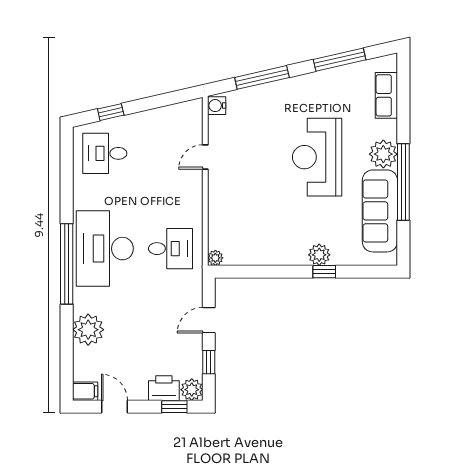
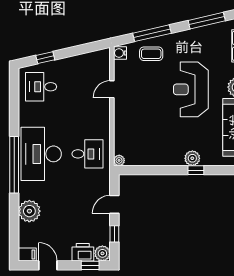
coffee table: (261, 107) -> (151, 54), added

